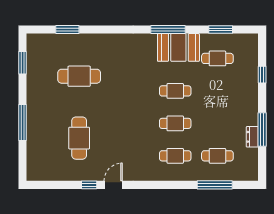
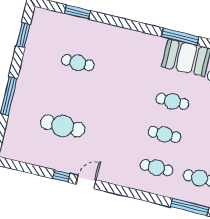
cafe table: (79, 76) -> (78, 63), width x0.73, depth x0.74
cafe table: (79, 138) -> (63, 126), turned 90

